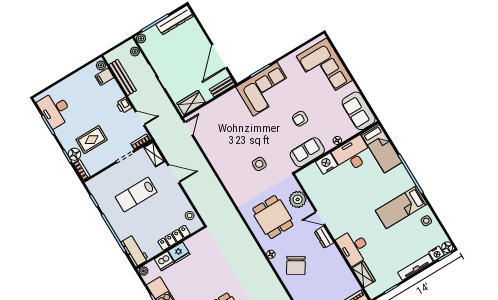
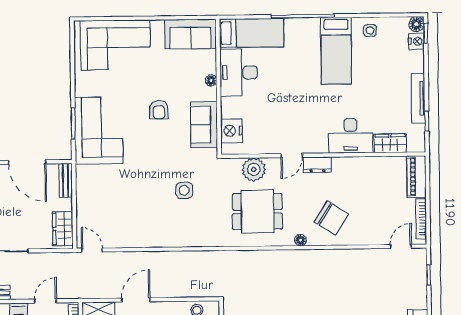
nightstand: (327, 164) -> (231, 131), moved
tv unit: (415, 267) -> (418, 98), moved

